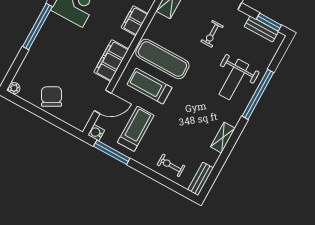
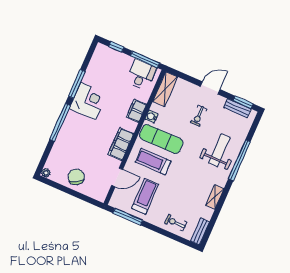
weight bench: (234, 79) -> (219, 150), turned 180
water cooler: (96, 133) -> (152, 117), moved

